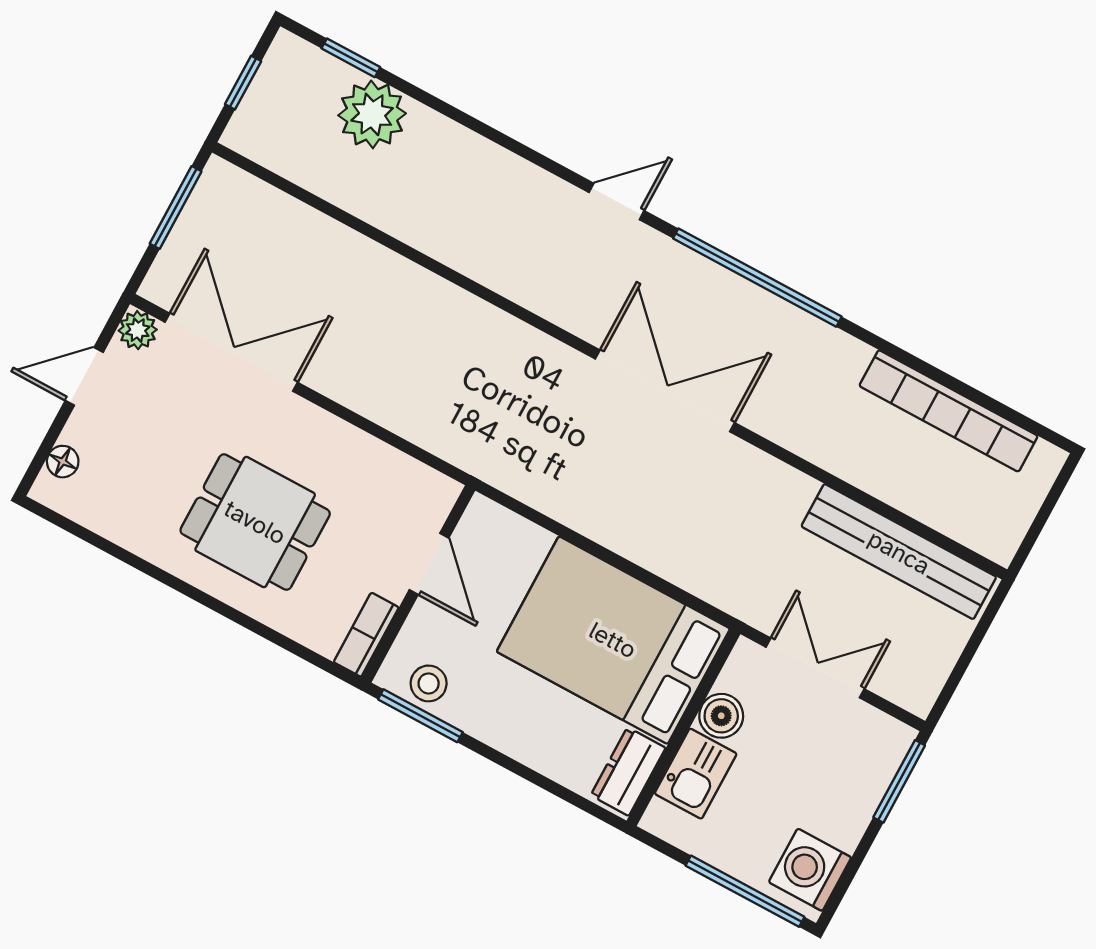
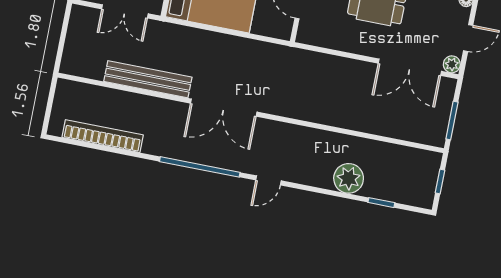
window: (351, 58) -> (381, 203), moved
plant: (372, 114) -> (349, 178), moved
bench: (899, 552) -> (148, 79), moved

